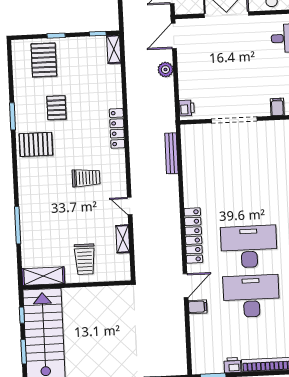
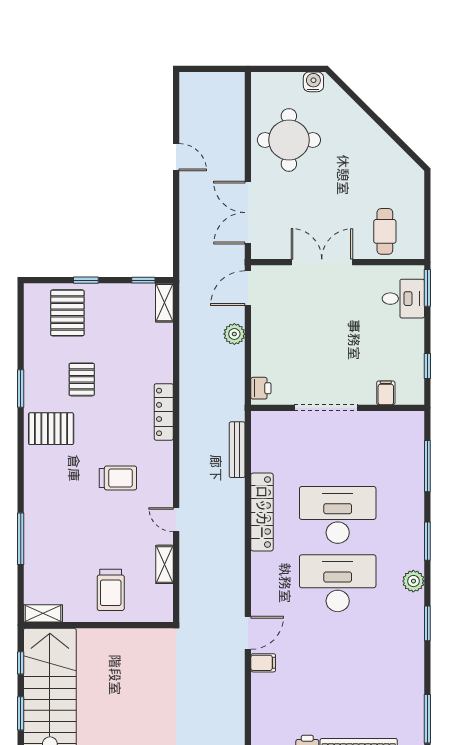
locker: (193, 236) -> (262, 512), moved
shelving: (43, 276) -> (43, 613), width x0.67, depth x0.75
desk: (251, 296) -> (338, 515), moved

